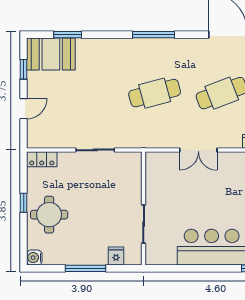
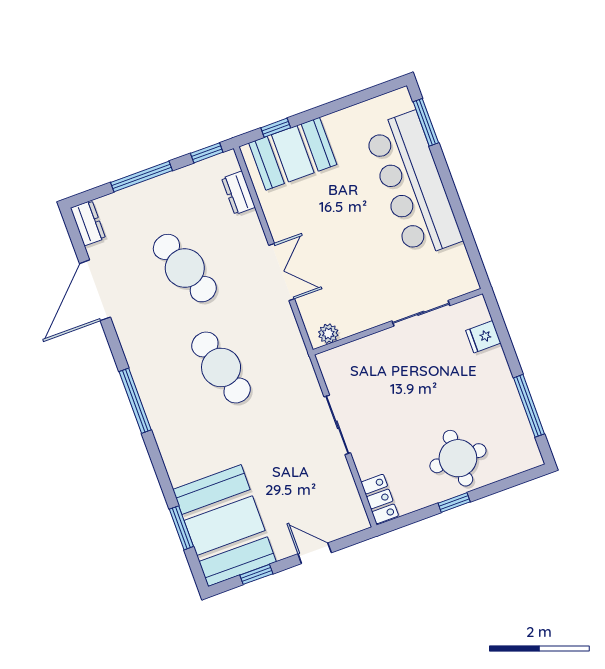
booth: (51, 54) -> (225, 526), width x1.36, depth x1.42
plant: (152, 164) -> (328, 334), added
water cooler: (34, 258) -> (529, 457), removed
window: (85, 268) -> (529, 406), moved

